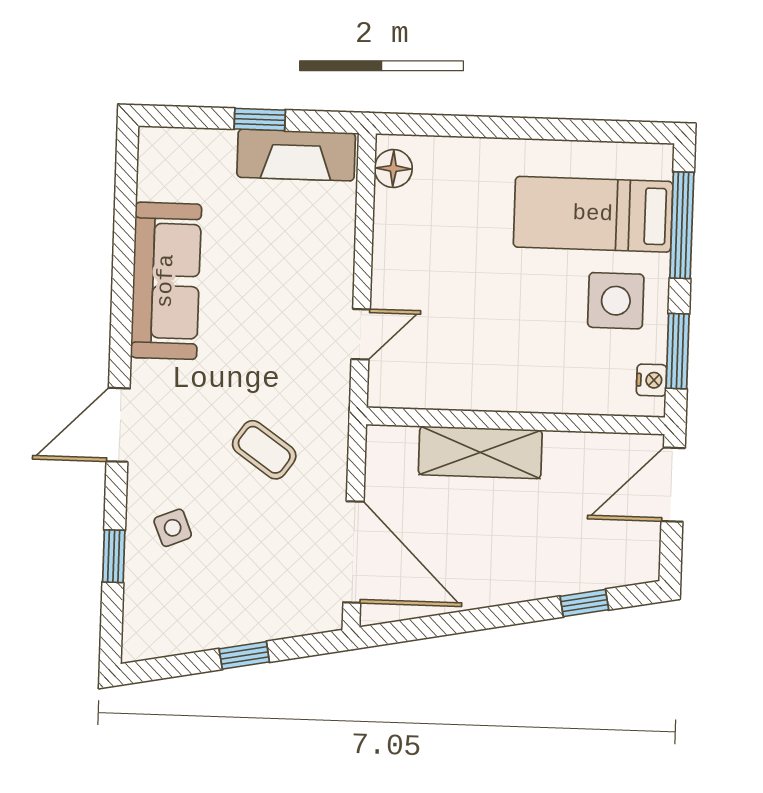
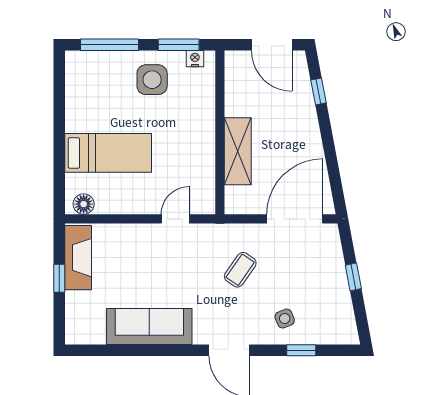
bed: (593, 214) -> (108, 153), moved, turned -90
door: (361, 334) -> (175, 219), hinge flipped
door: (673, 485) -> (272, 45), moved

